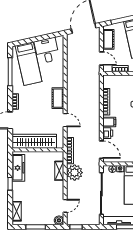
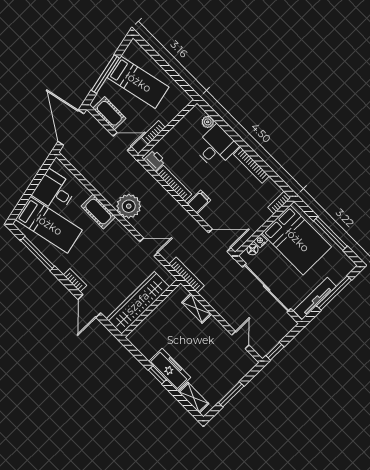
cot: (58, 98) -> (98, 212), moved
printer: (108, 133) -> (155, 160), moved
freezer: (18, 168) -> (170, 369), moved
plant: (75, 173) -> (129, 206), moved
boiler: (59, 220) -> (249, 362), removed

